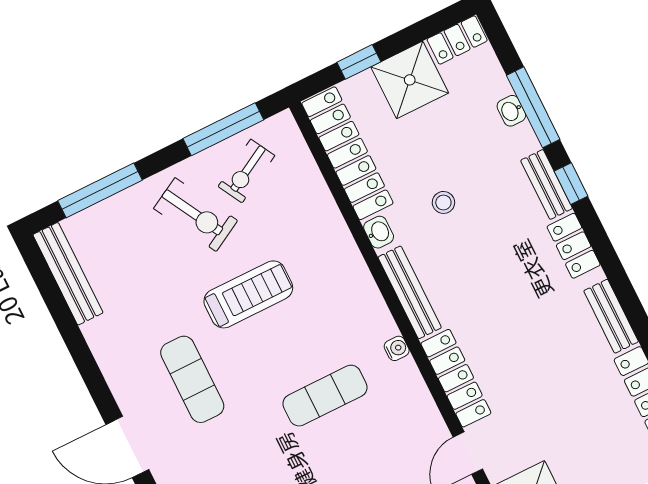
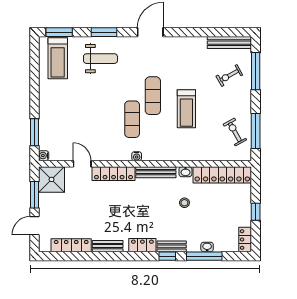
window: (359, 62) -> (256, 212), moved
shower: (410, 80) -> (239, 213), removed
exercise bike: (196, 215) -> (229, 76), moved, width x0.73, depth x0.72
exercise mat: (192, 379) -> (153, 96), moved, turned 90

